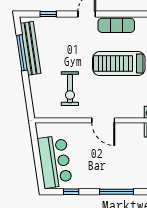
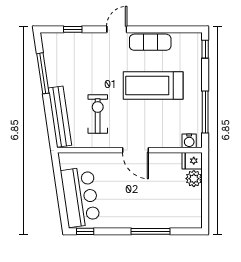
bench: (31, 48) -> (60, 117), moved
exercise bike: (70, 89) -> (98, 114), turned 180
window: (71, 192) -> (85, 231), moved

